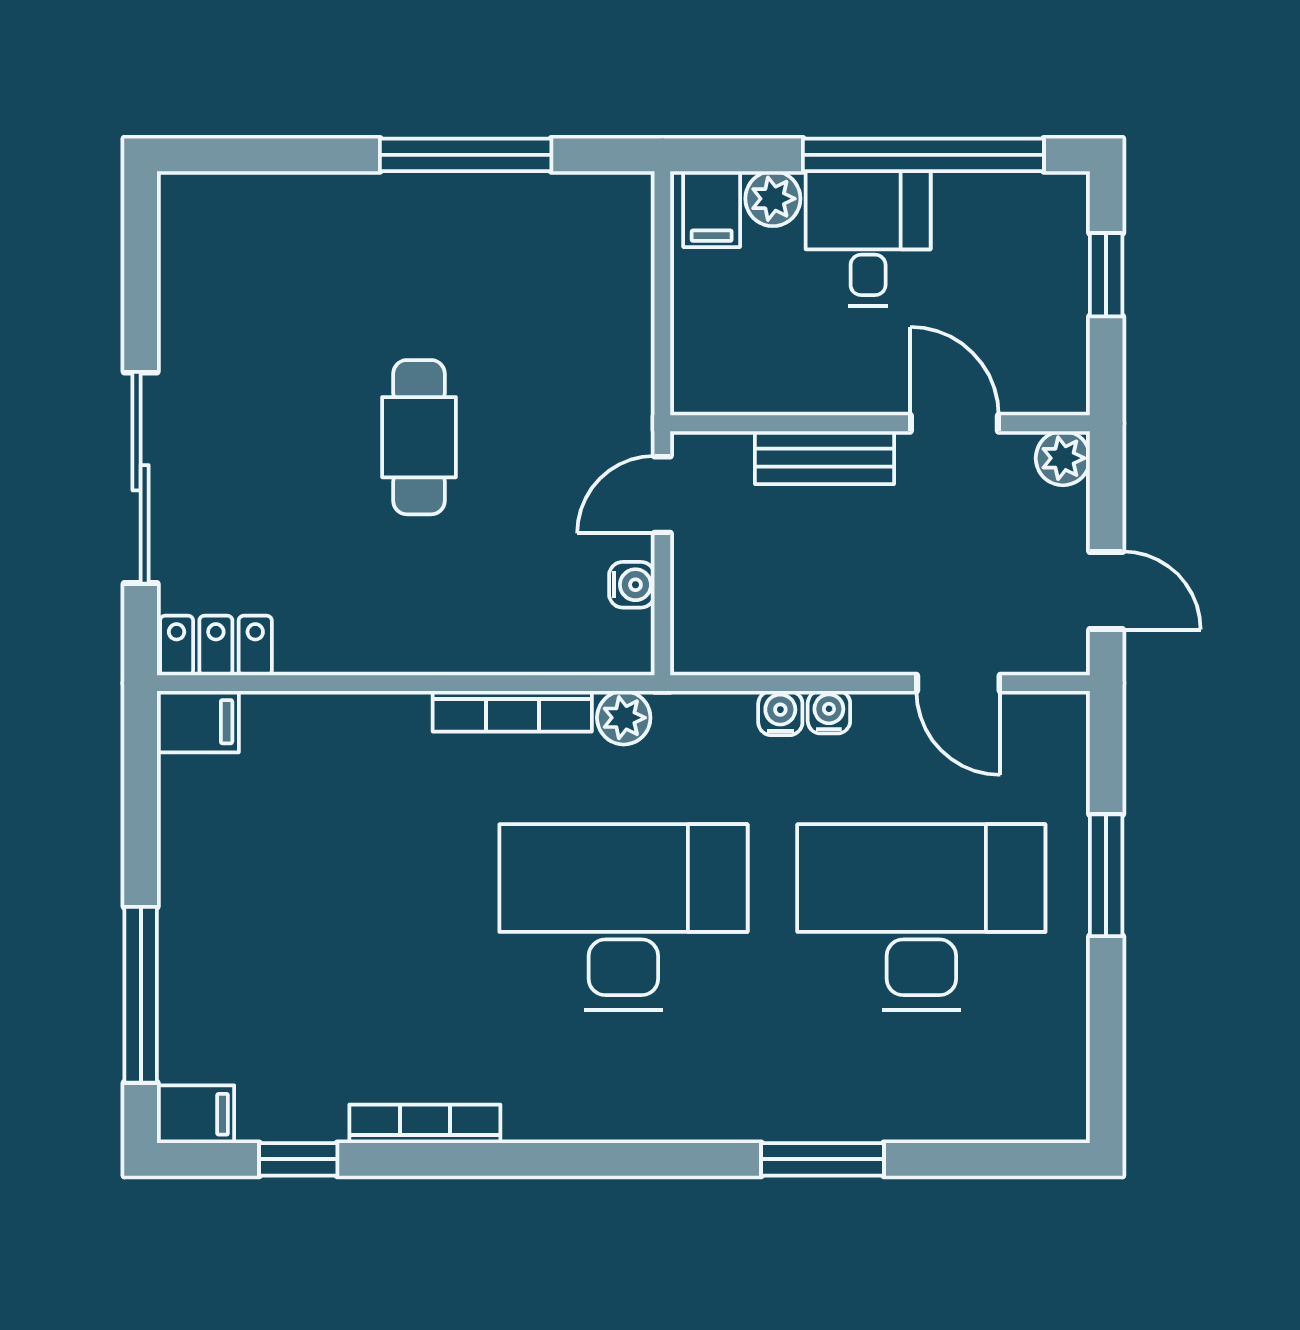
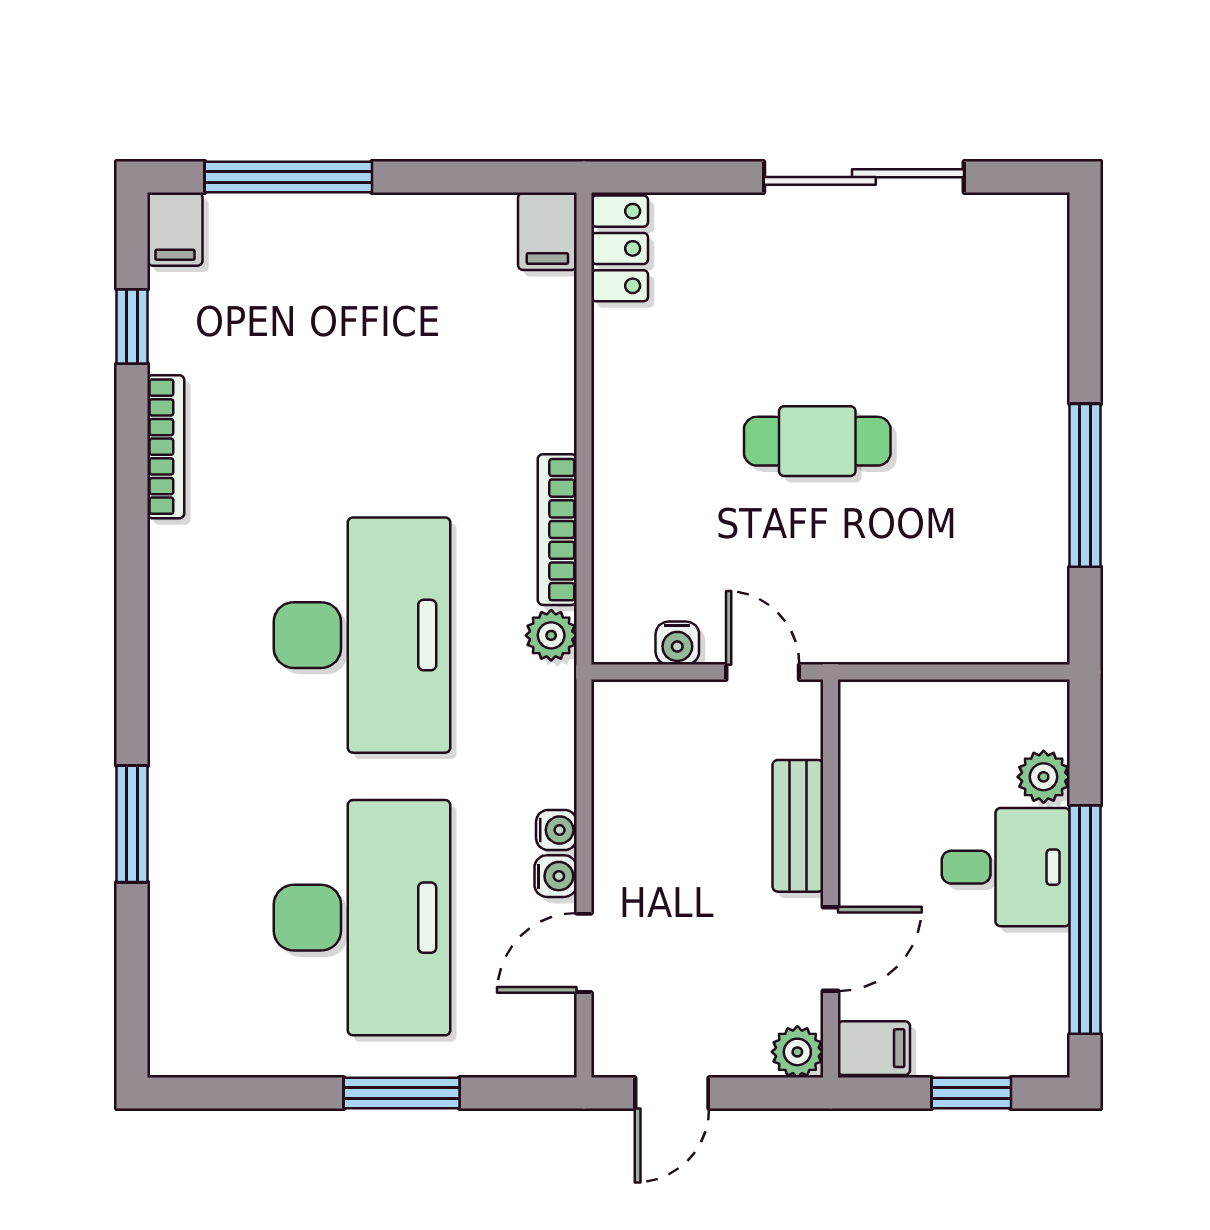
filing cabinet: (712, 209) -> (874, 1048), moved, turned 180
sliding door: (141, 478) -> (864, 177), moved
water cooler: (780, 713) -> (556, 876), moved

